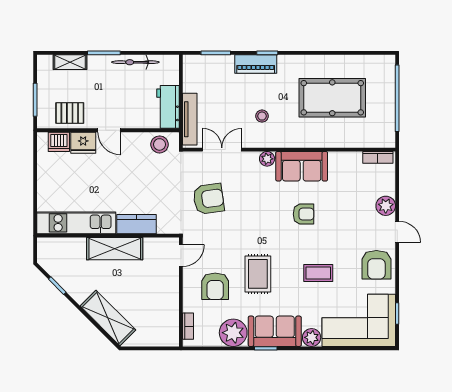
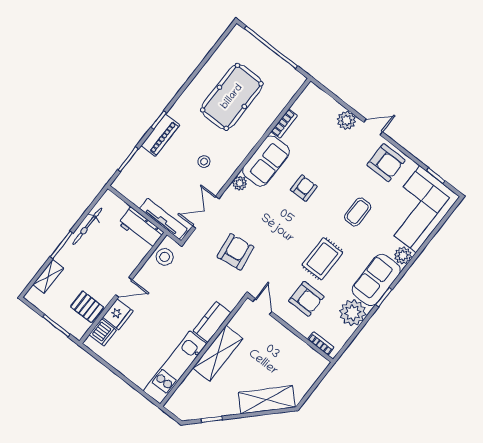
pallet: (70, 113) -> (87, 307), turned 90
bookcase: (378, 157) -> (284, 124), moved
rug: (258, 274) -> (322, 259), turned 90

